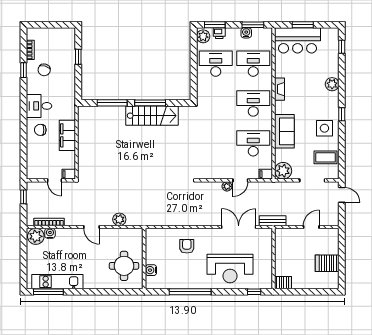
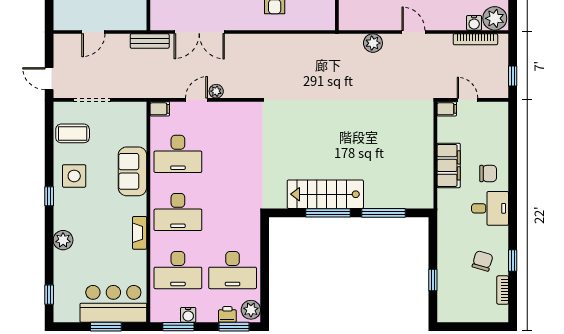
plant: (283, 171) -> (134, 114), removed

